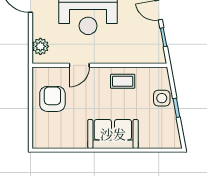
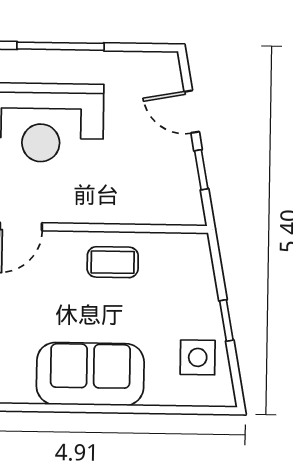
side table: (162, 98) -> (198, 357), moved

